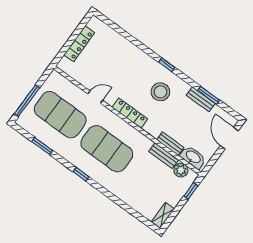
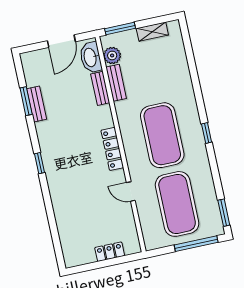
locker: (79, 44) -> (110, 252), width x0.66
stool: (160, 92) -> (67, 143), removed
door: (229, 138) -> (61, 41), moved
window: (42, 146) -> (224, 213), moved
window: (191, 191) -> (120, 28), width x1.50
shelving: (163, 215) -> (152, 32), moved

